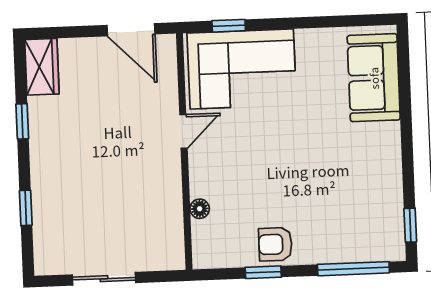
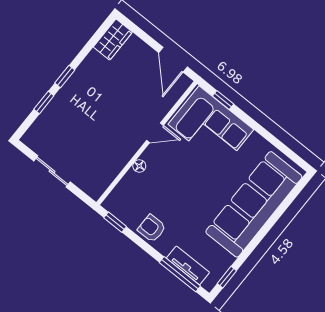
sofa: (374, 78) -> (254, 204), width x1.85, depth x1.27
window: (22, 121) -> (65, 77), moved
floor lamp: (200, 209) -> (139, 166), moved
tv unit: (354, 251) -> (188, 265), added
window: (263, 272) -> (115, 222), moved

